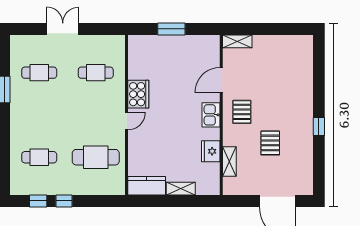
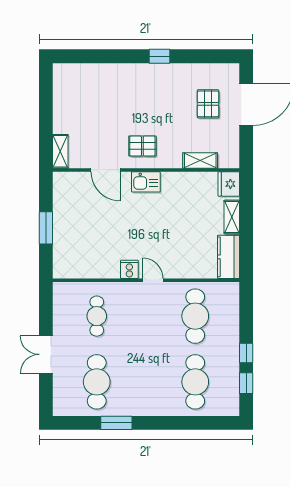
cafe table: (39, 73) -> (97, 382), width x1.37, depth x1.35
cooker: (138, 94) -> (129, 269), width x0.53, depth x0.76
pallet: (270, 143) -> (208, 104), moved, turned 90
fridge: (211, 151) -> (229, 184), moved, turned 90
cafe table: (39, 157) -> (195, 382), width x1.37, depth x1.35

